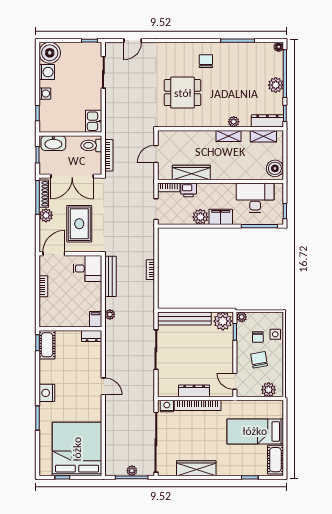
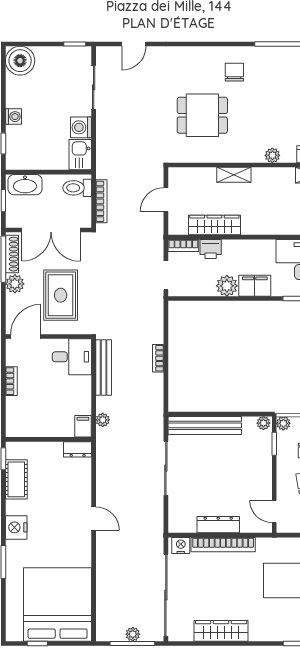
washing machine: (47, 72) -> (81, 127), moved, turned 180
shelving: (229, 136) -> (234, 175), moved
plant: (223, 321) -> (263, 423), width x0.53, depth x0.53
cot: (47, 345) -> (16, 479), moved

